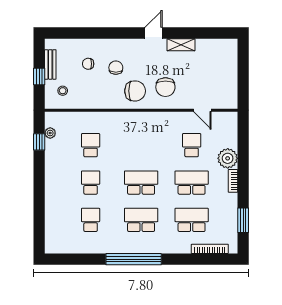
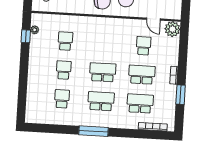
plant: (228, 158) -> (172, 29), moved
window: (243, 220) -> (181, 95), moved
window: (134, 259) -> (93, 131), width x0.68

